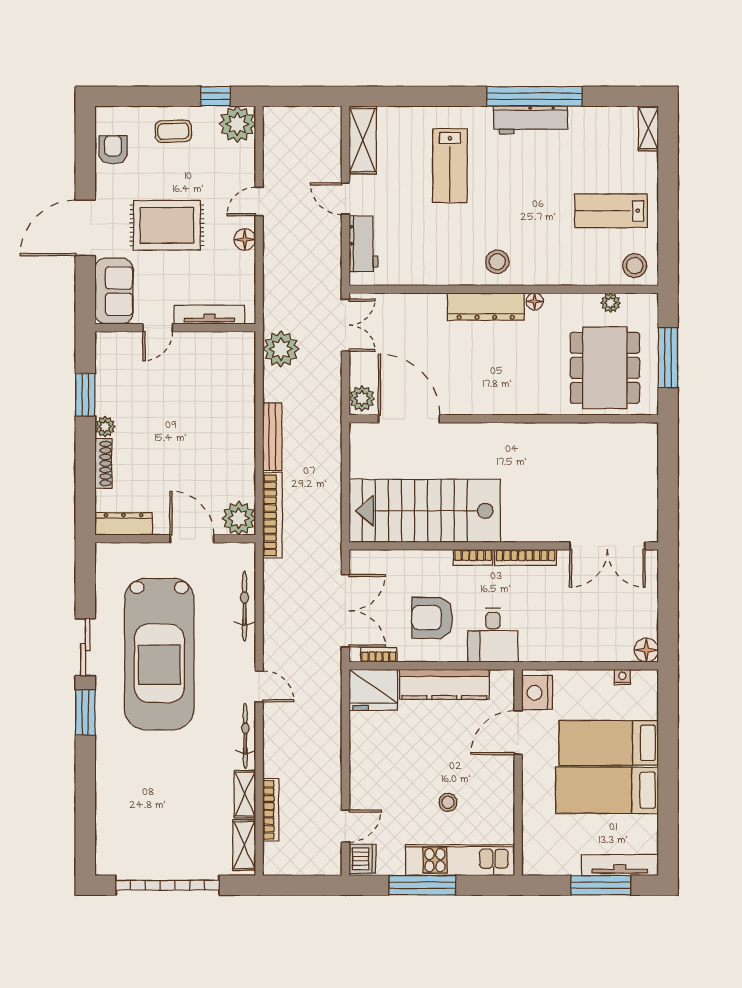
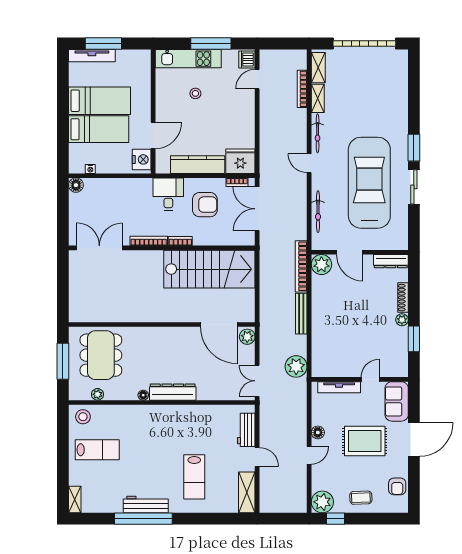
lab bench: (450, 166) -> (194, 477), turned 180
stool: (497, 262) -> (166, 419), removed

